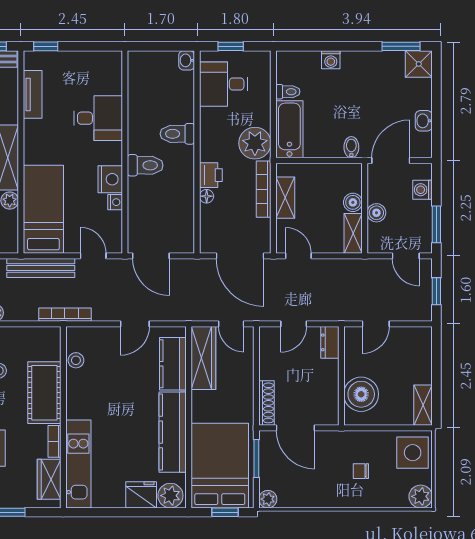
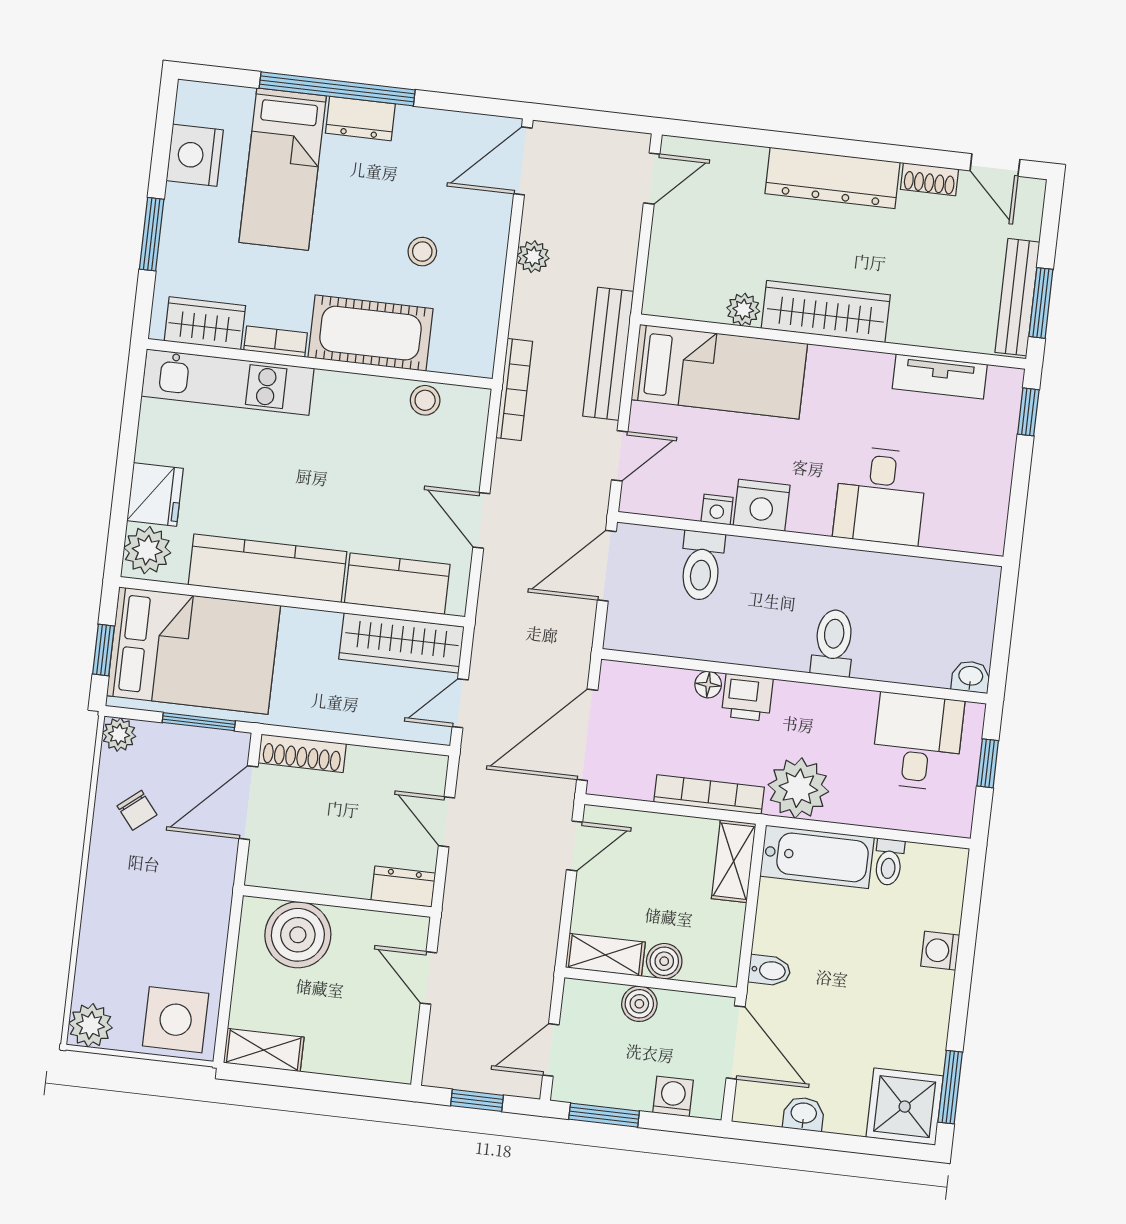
shower: (419, 64) -> (905, 1107), width x1.36, depth x1.36
toilet: (145, 165) -> (702, 566), moved
shelving: (285, 198) -> (734, 861), moved, turned 90
chair: (361, 471) -> (137, 810), moved, turned 141

